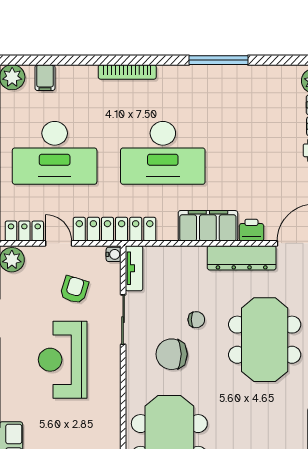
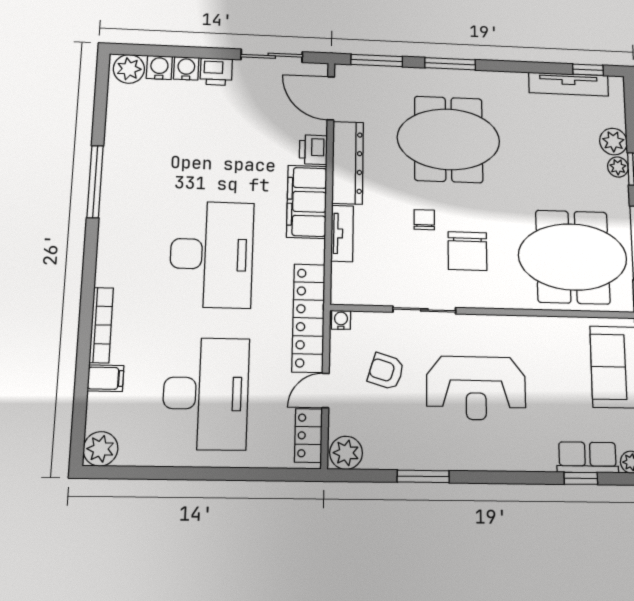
bookcase: (127, 72) -> (101, 325), moved
filing cabinet: (45, 78) -> (105, 378), moved
tv unit: (134, 268) -> (342, 234), moved, turned 90

